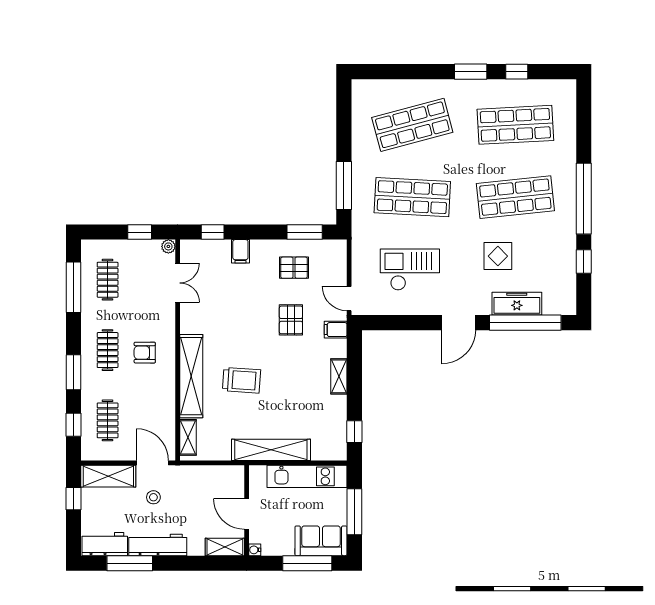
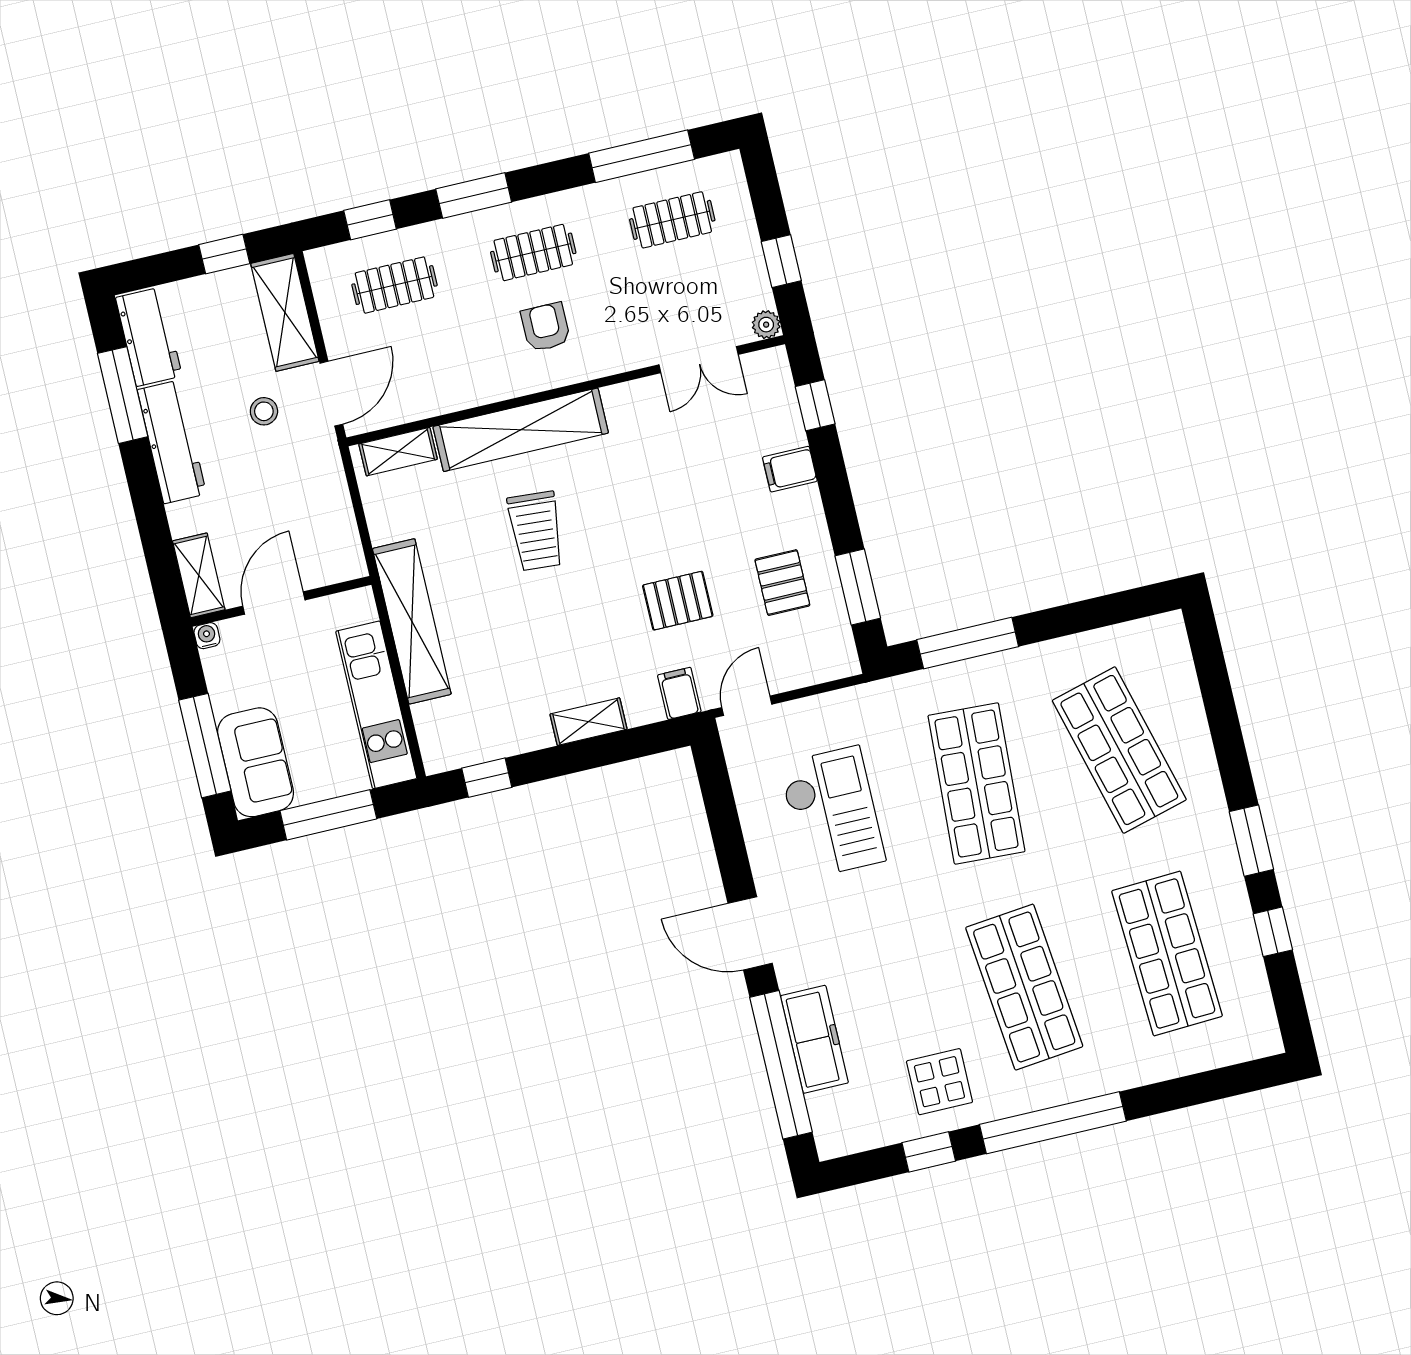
display table: (498, 256) -> (939, 1082), moved

